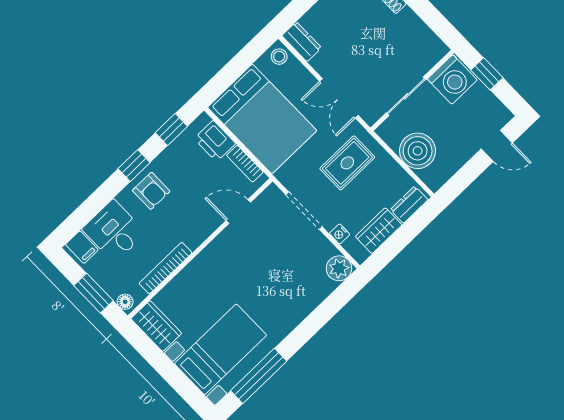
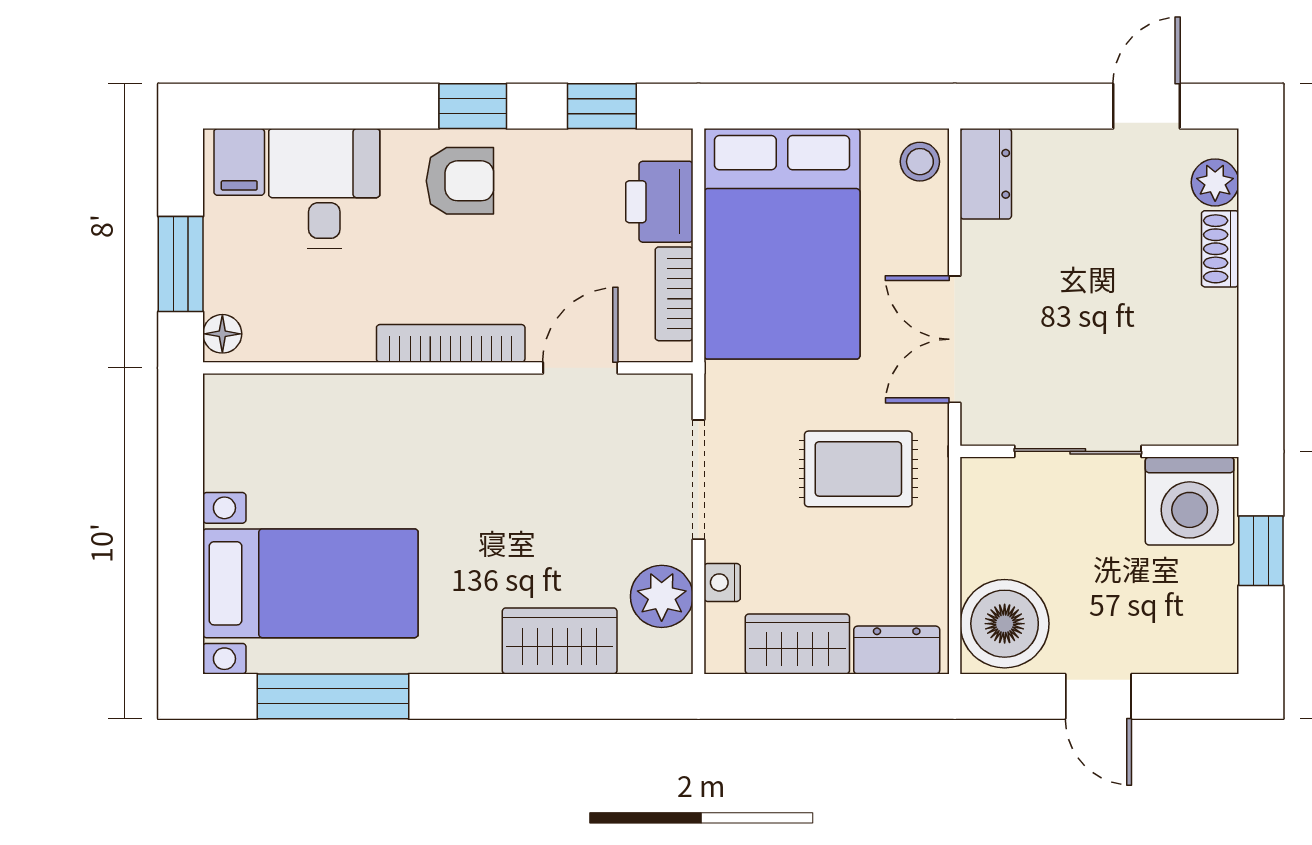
door: (497, 146) -> (1098, 696), moved
boiler: (418, 151) -> (1005, 624), moved
armchair: (151, 191) -> (460, 181), turned -90
door: (238, 211) -> (580, 368), hinge flipped
bookcase: (166, 268) -> (451, 343), moved
plant: (339, 268) -> (662, 596), moved
wardrobe: (156, 326) -> (560, 641), moved, turned -90

